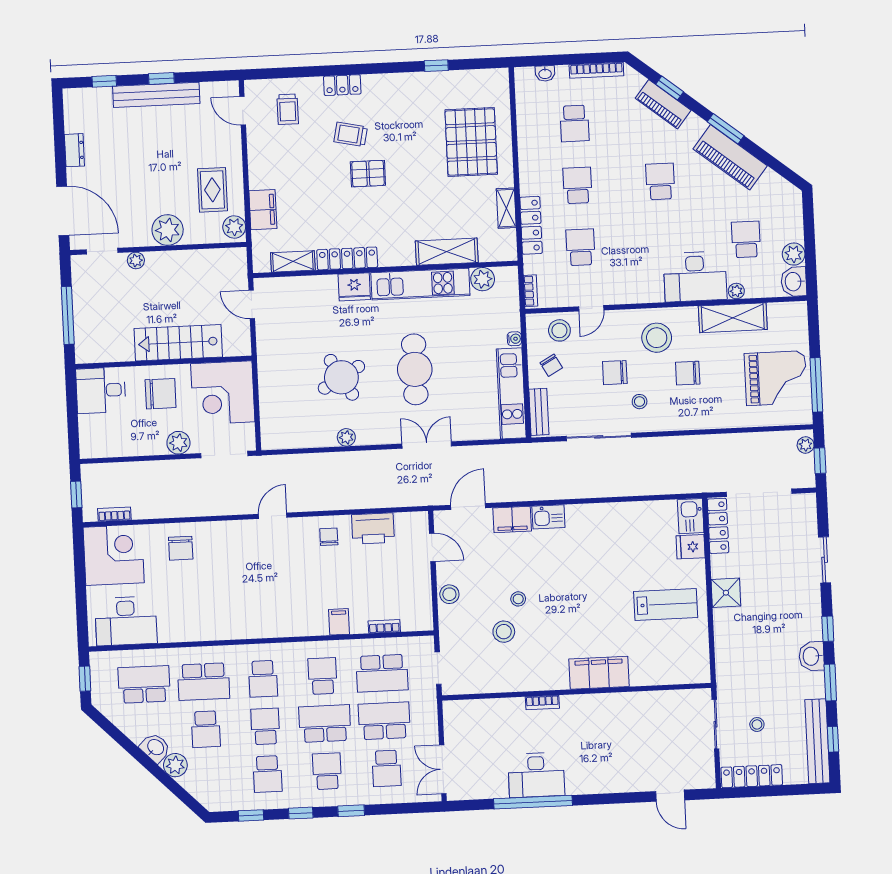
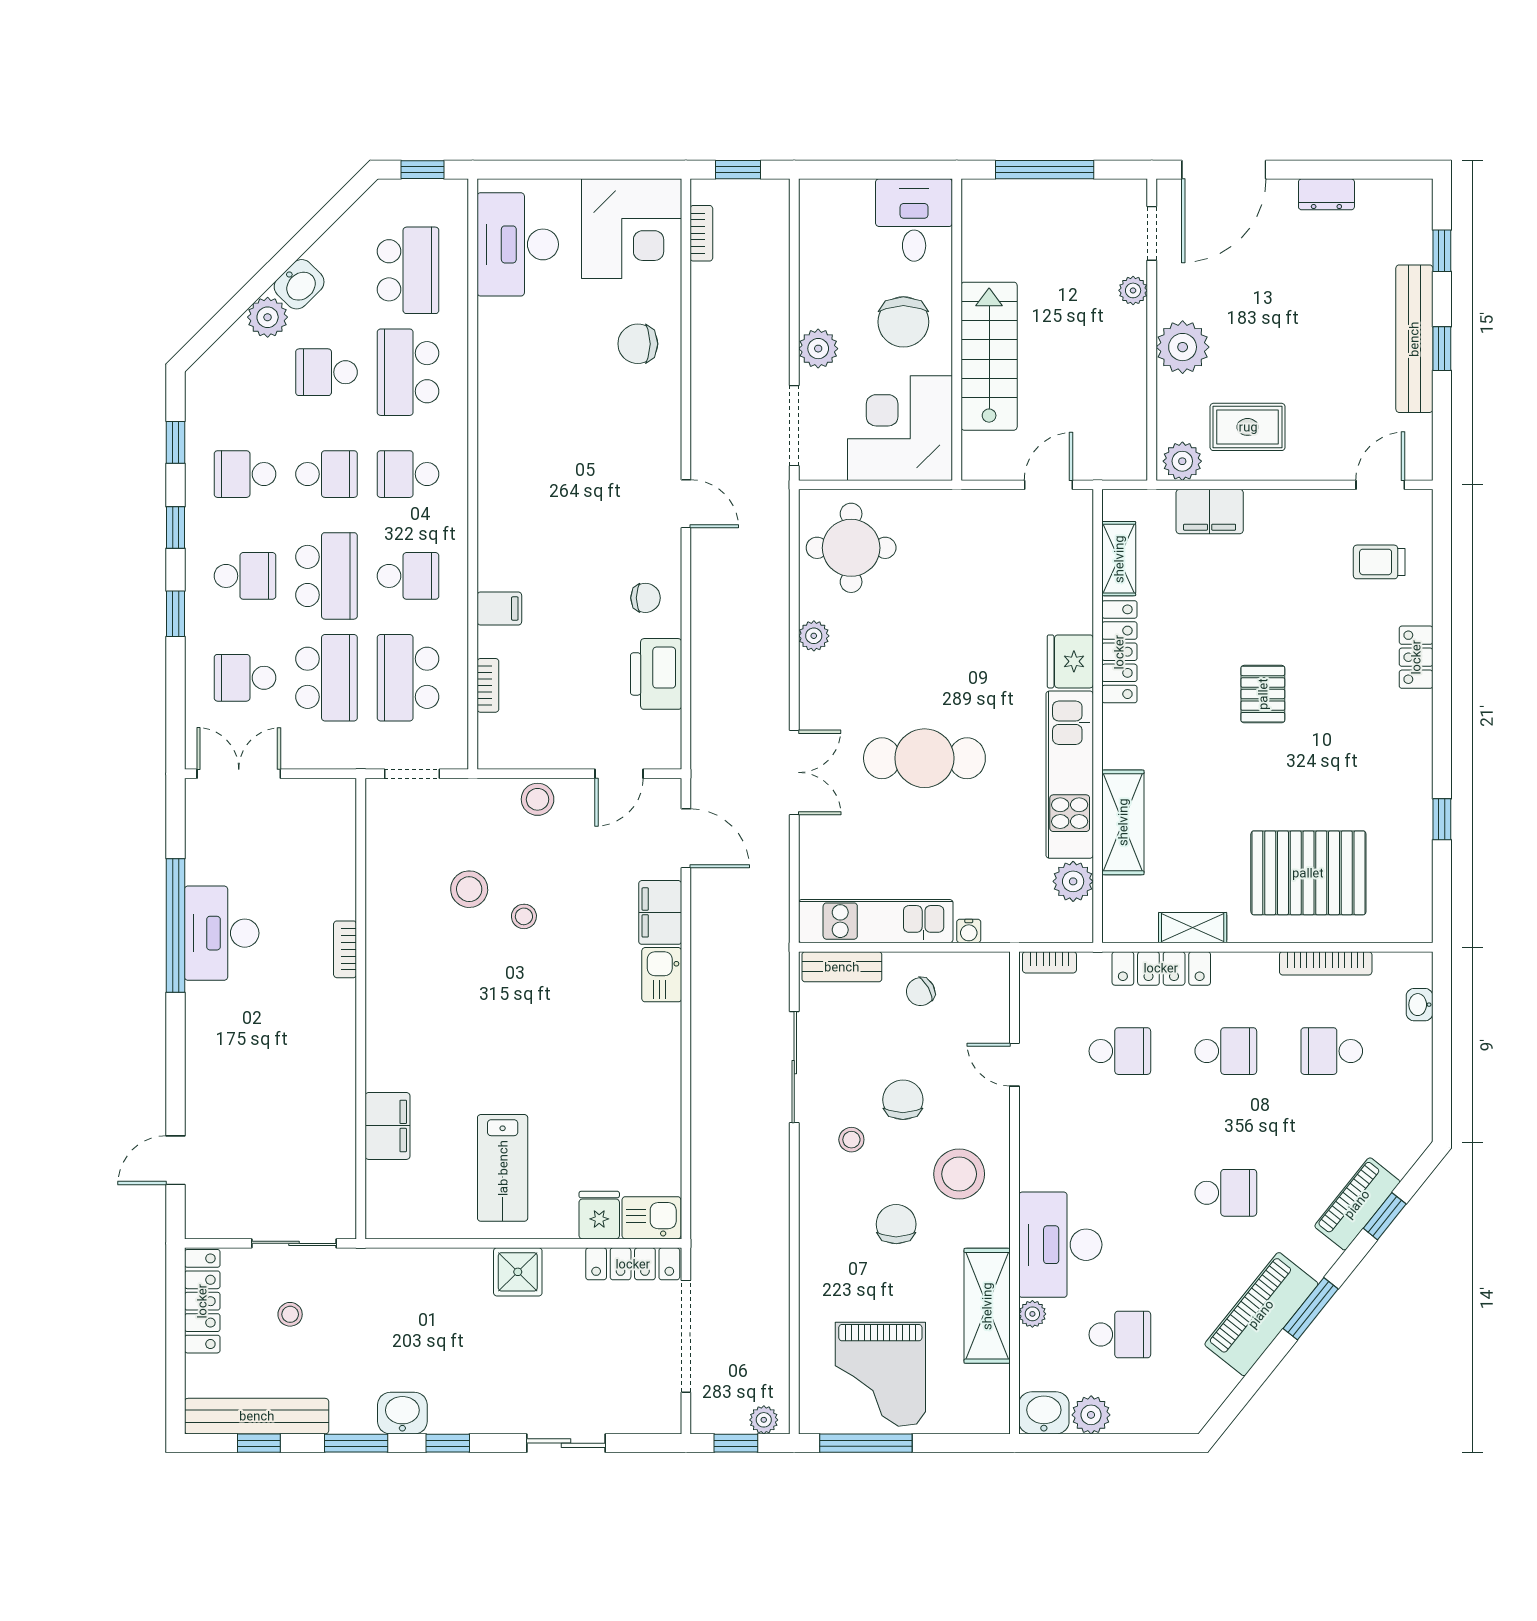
bookcase: (596, 70) -> (1326, 963), moved, turned -90
trolley: (351, 134) -> (1331, 668), removed
stool: (559, 330) -> (979, 1009), removed
round table: (341, 377) -> (851, 548), moved, turned 30
filing cabinet: (599, 673) -> (388, 1126), moved, width x0.67, depth x0.86

